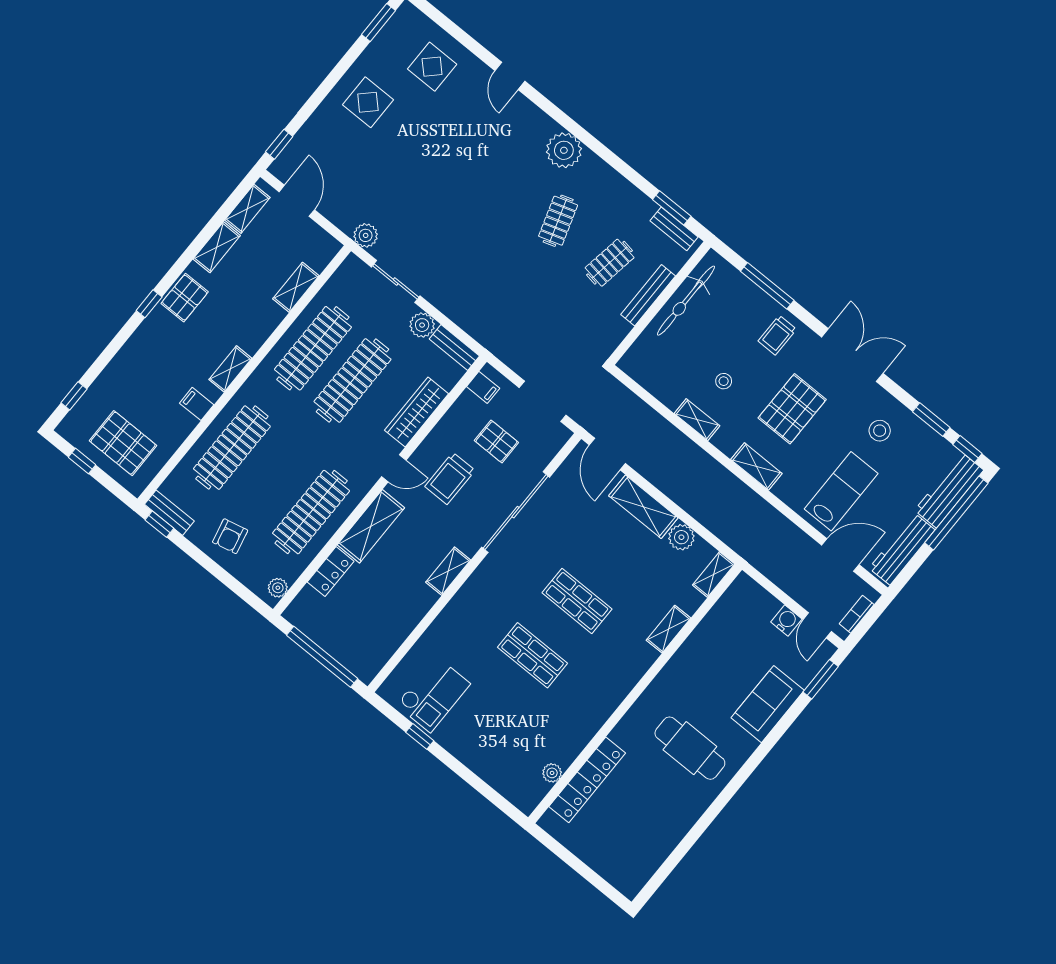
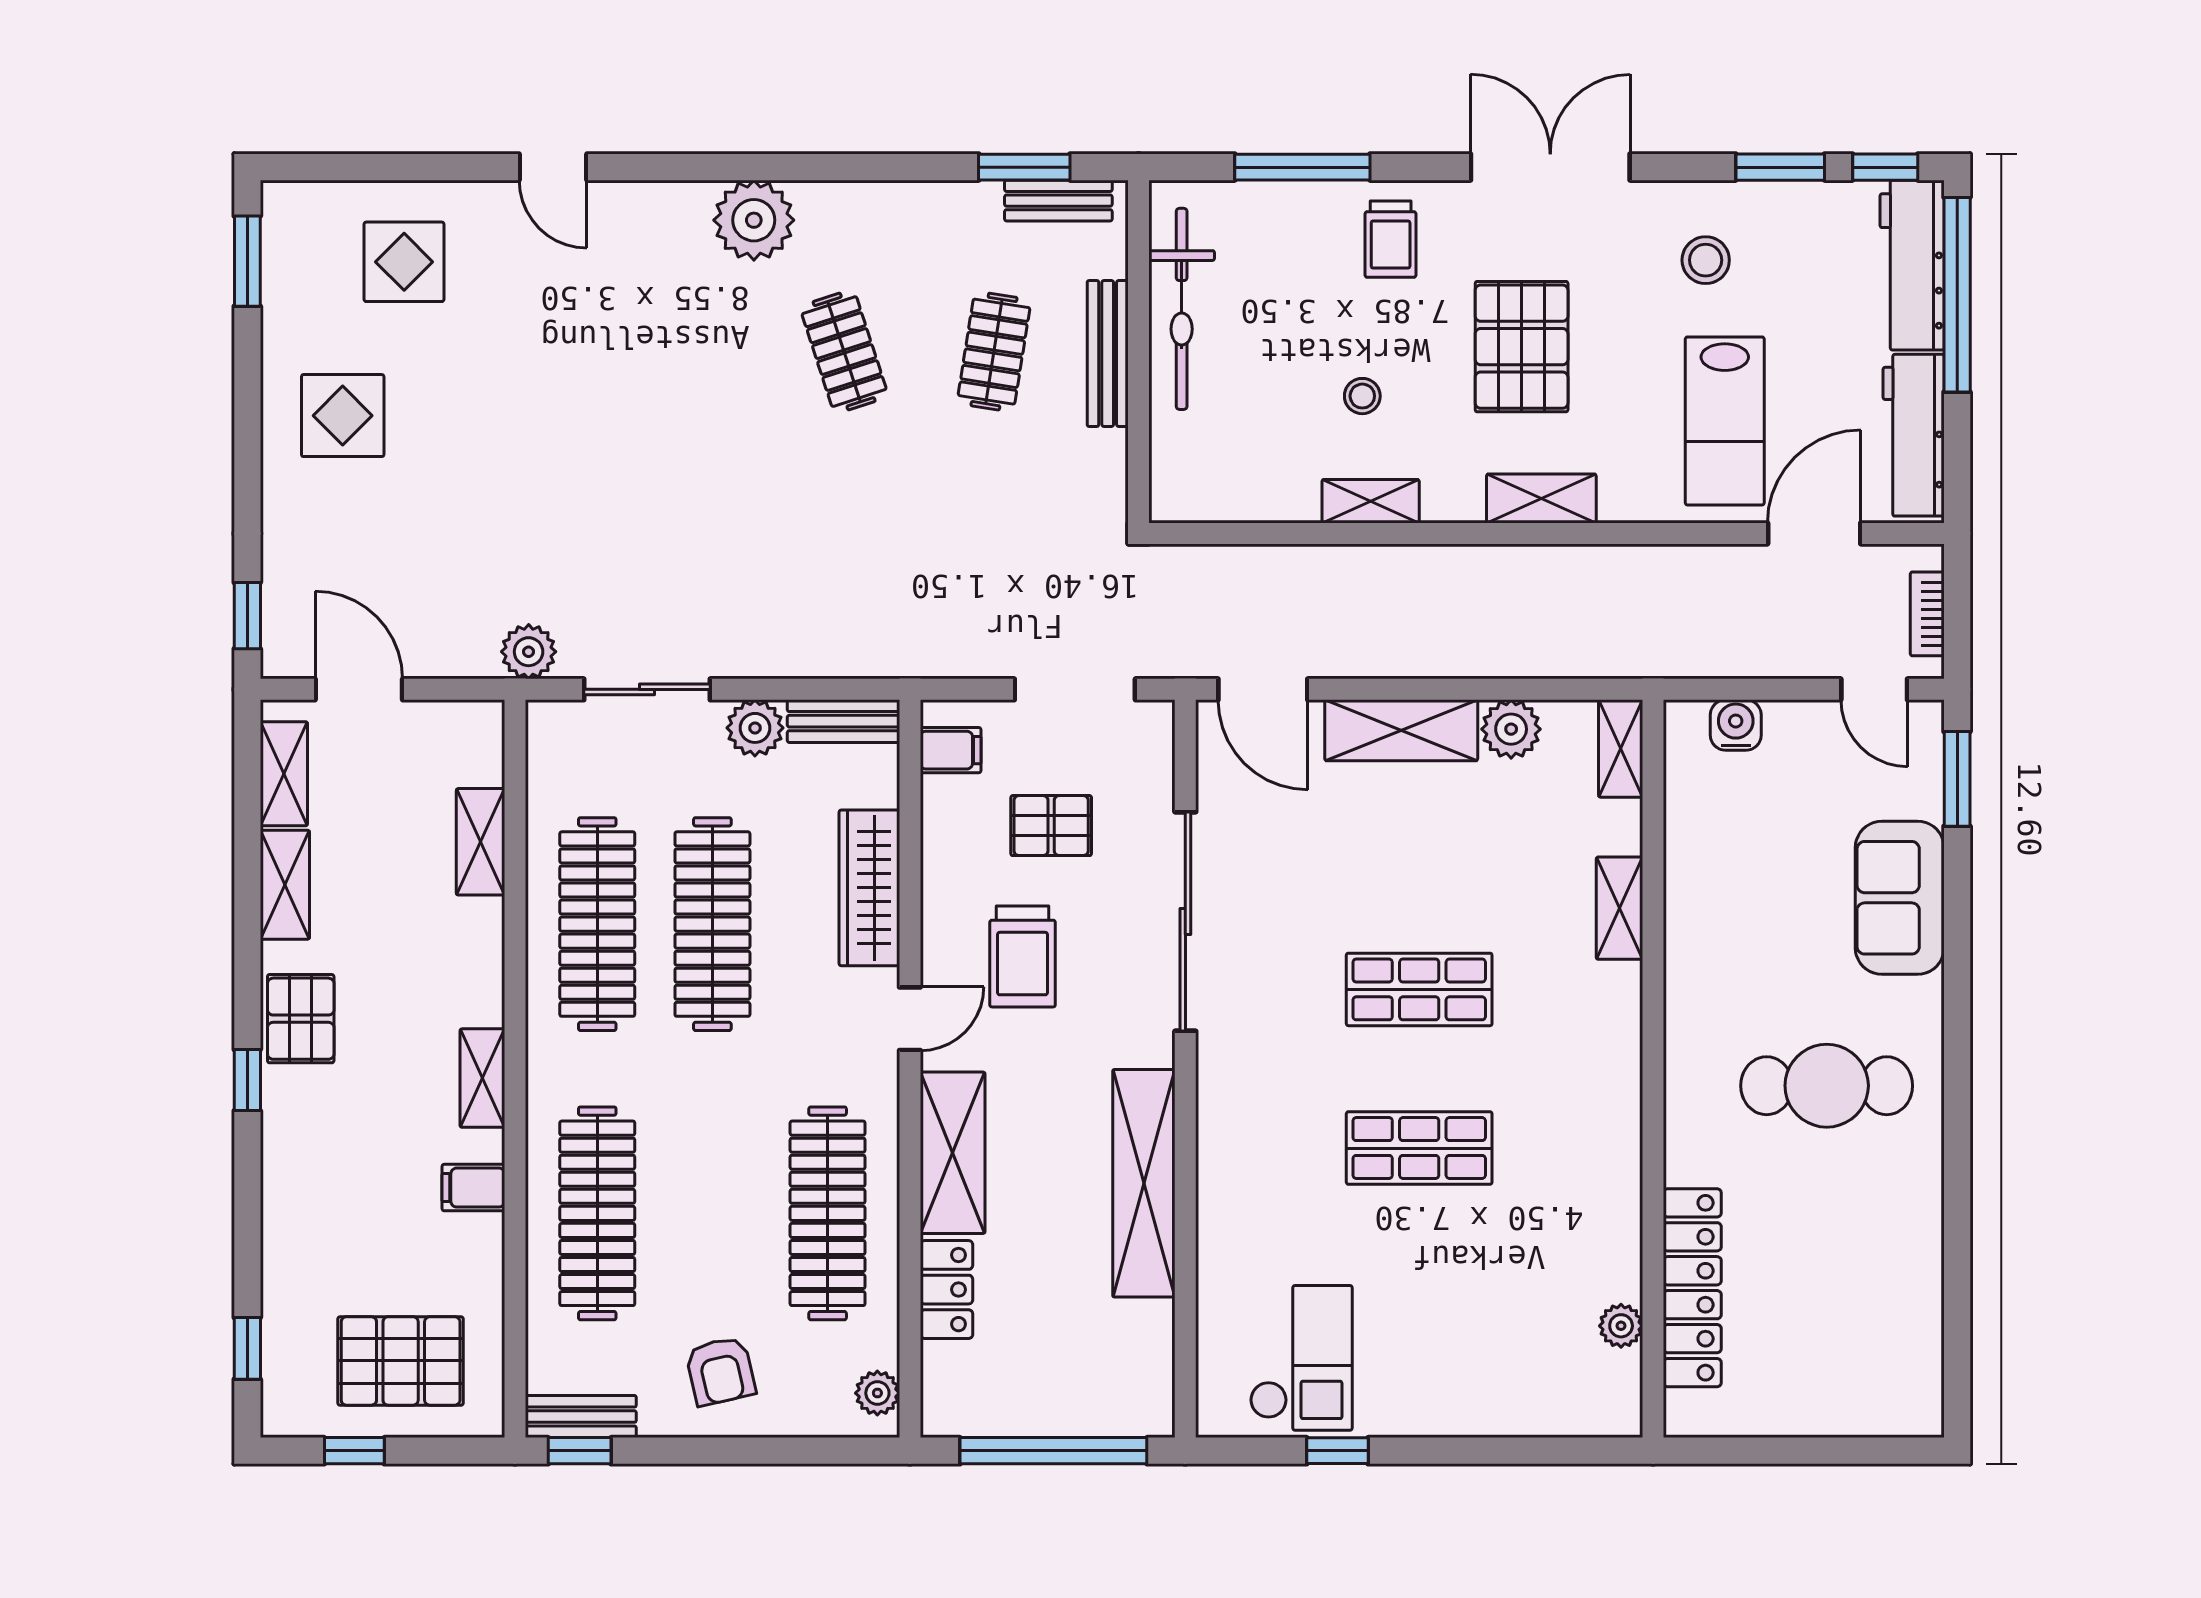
lab bench: (841, 491) -> (1725, 421), turned 180
shelving: (448, 571) -> (1144, 1183), width x2.20, depth x1.33
water cooler: (786, 620) -> (1736, 725), moved

